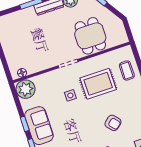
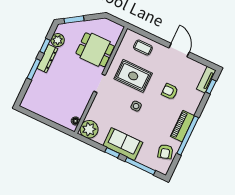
rug: (98, 84) -> (133, 76), turned 90
side table: (70, 95) -> (136, 106), moved
armchair: (113, 123) -> (170, 91), turned -139

